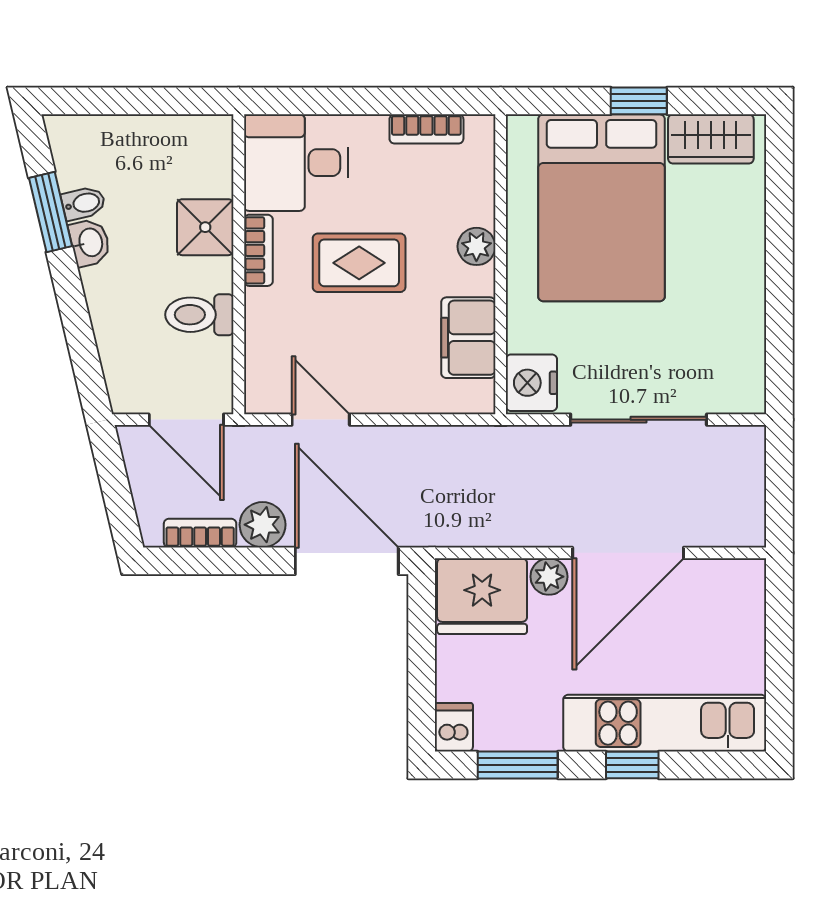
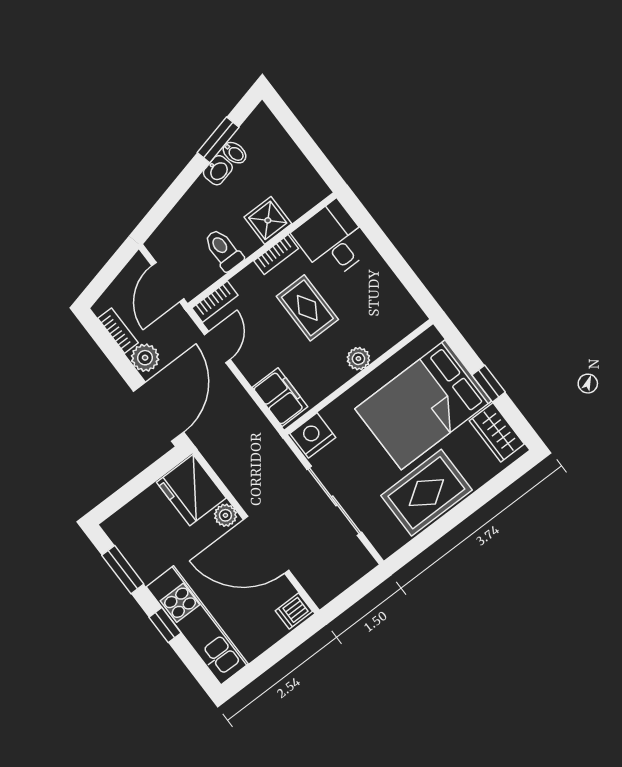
bookcase: (426, 129) -> (215, 302), moved, turned -90
rug: (720, 291) -> (426, 493), added
filing cabinet: (468, 338) -> (280, 397), moved, turned 90
dishwasher: (454, 727) -> (294, 611), moved, turned 180

